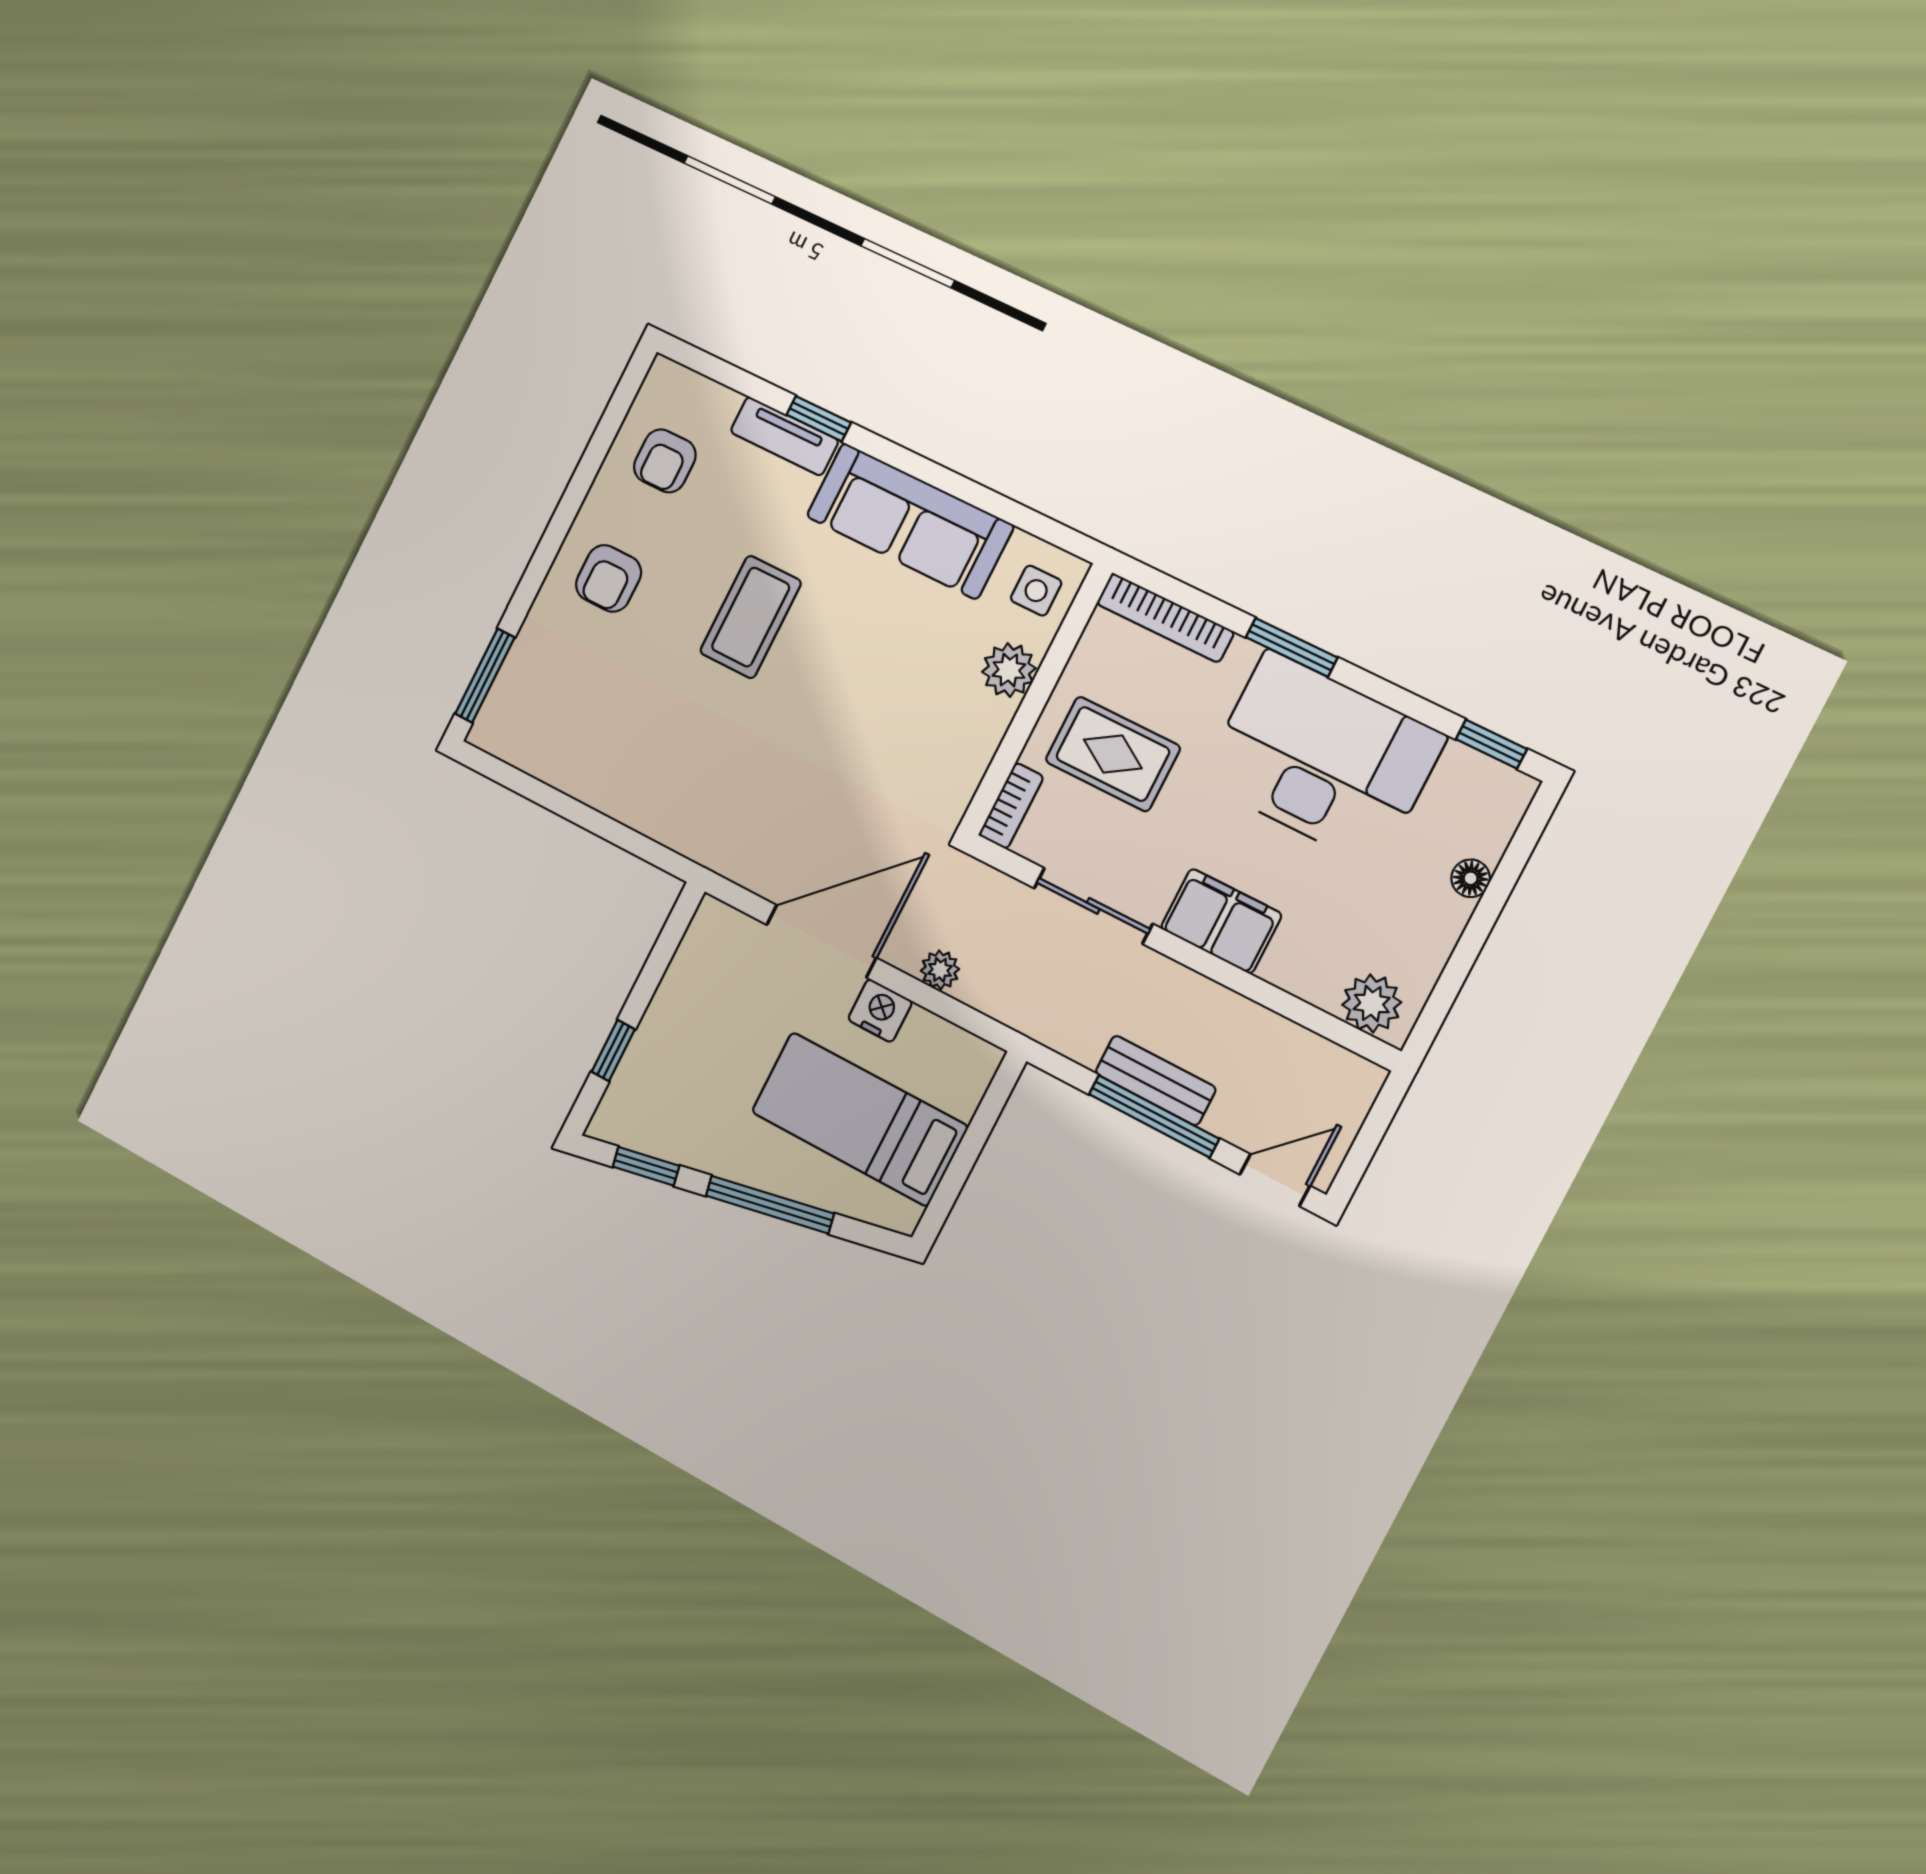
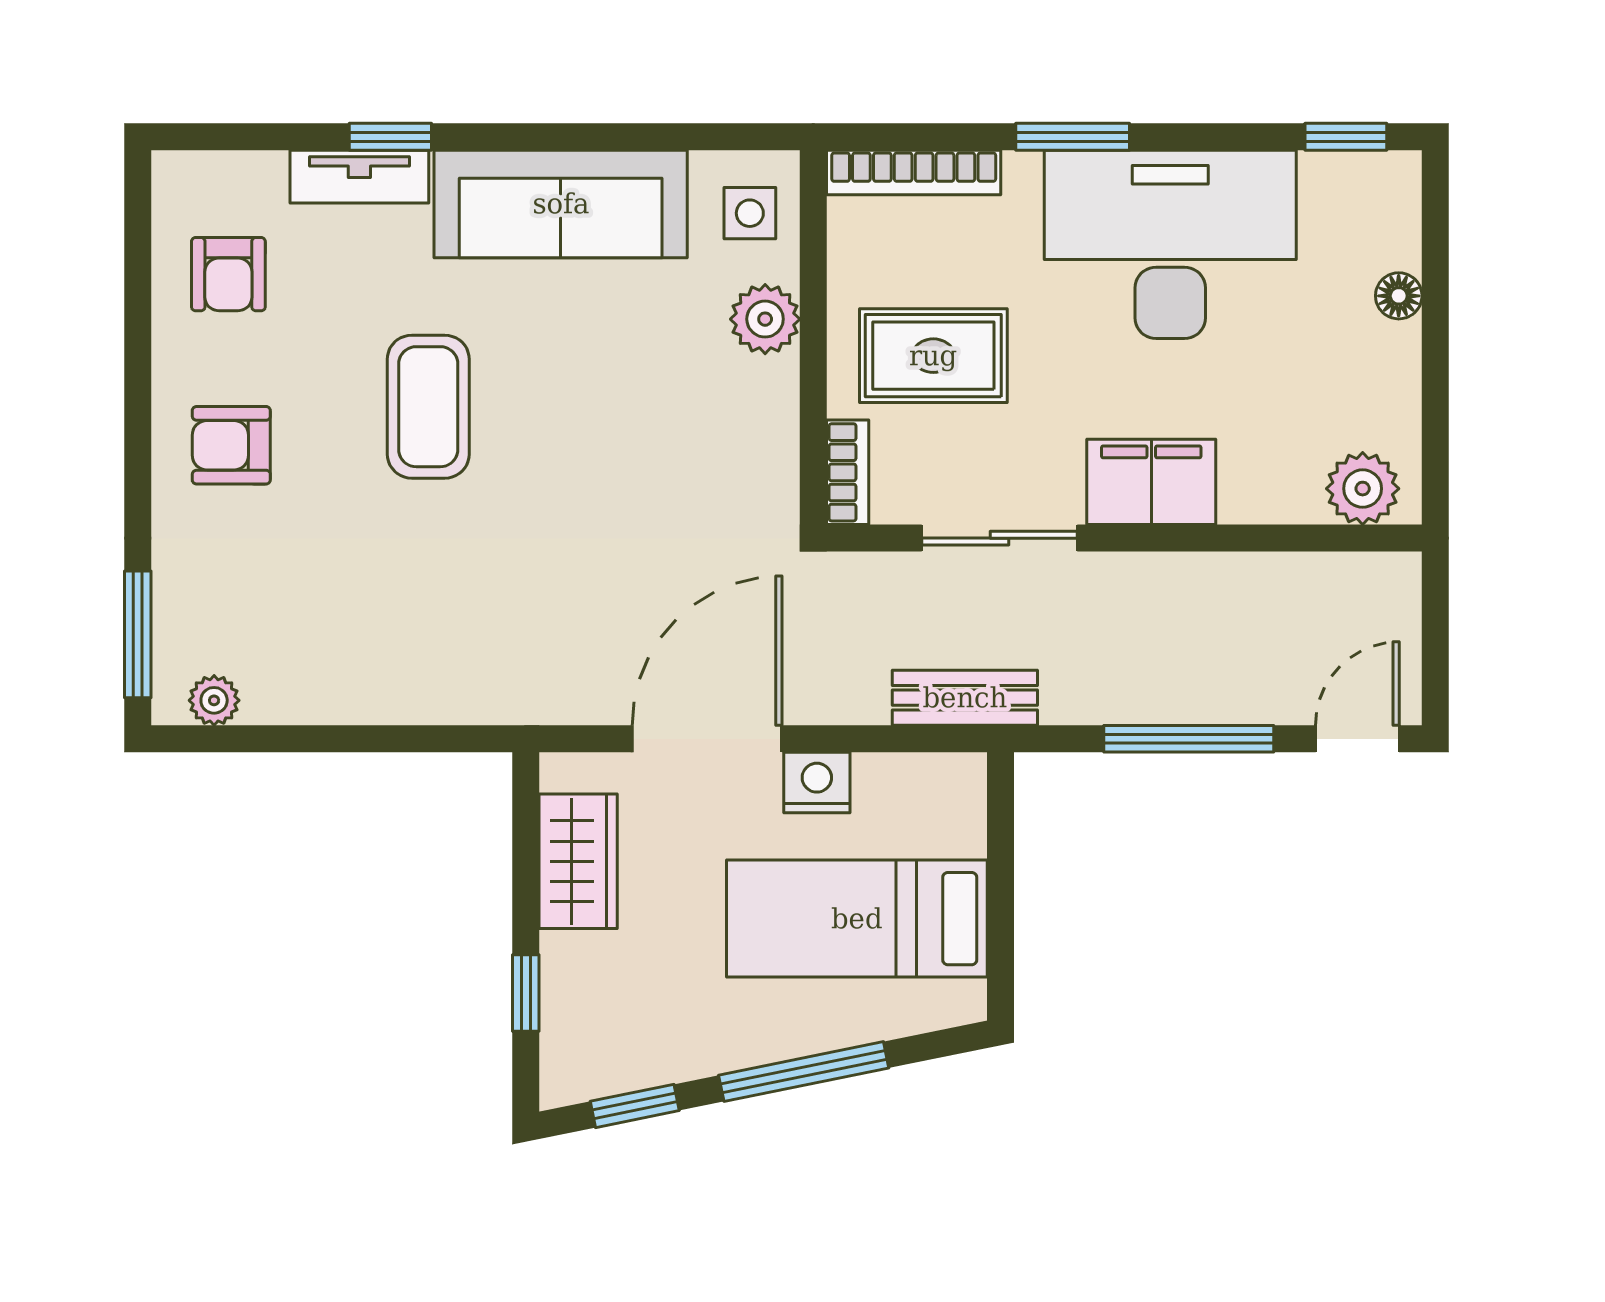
armchair: (609, 578) -> (231, 445), turned 90
plant: (940, 970) -> (214, 700), moved
wardrobe: (693, 980) -> (578, 861), added
bench: (1156, 1080) -> (965, 698), moved

